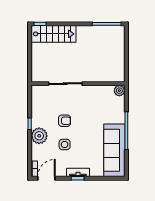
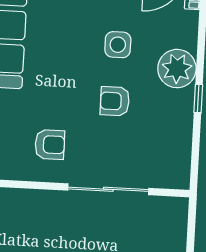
armchair: (91, 101) -> (50, 145), added

